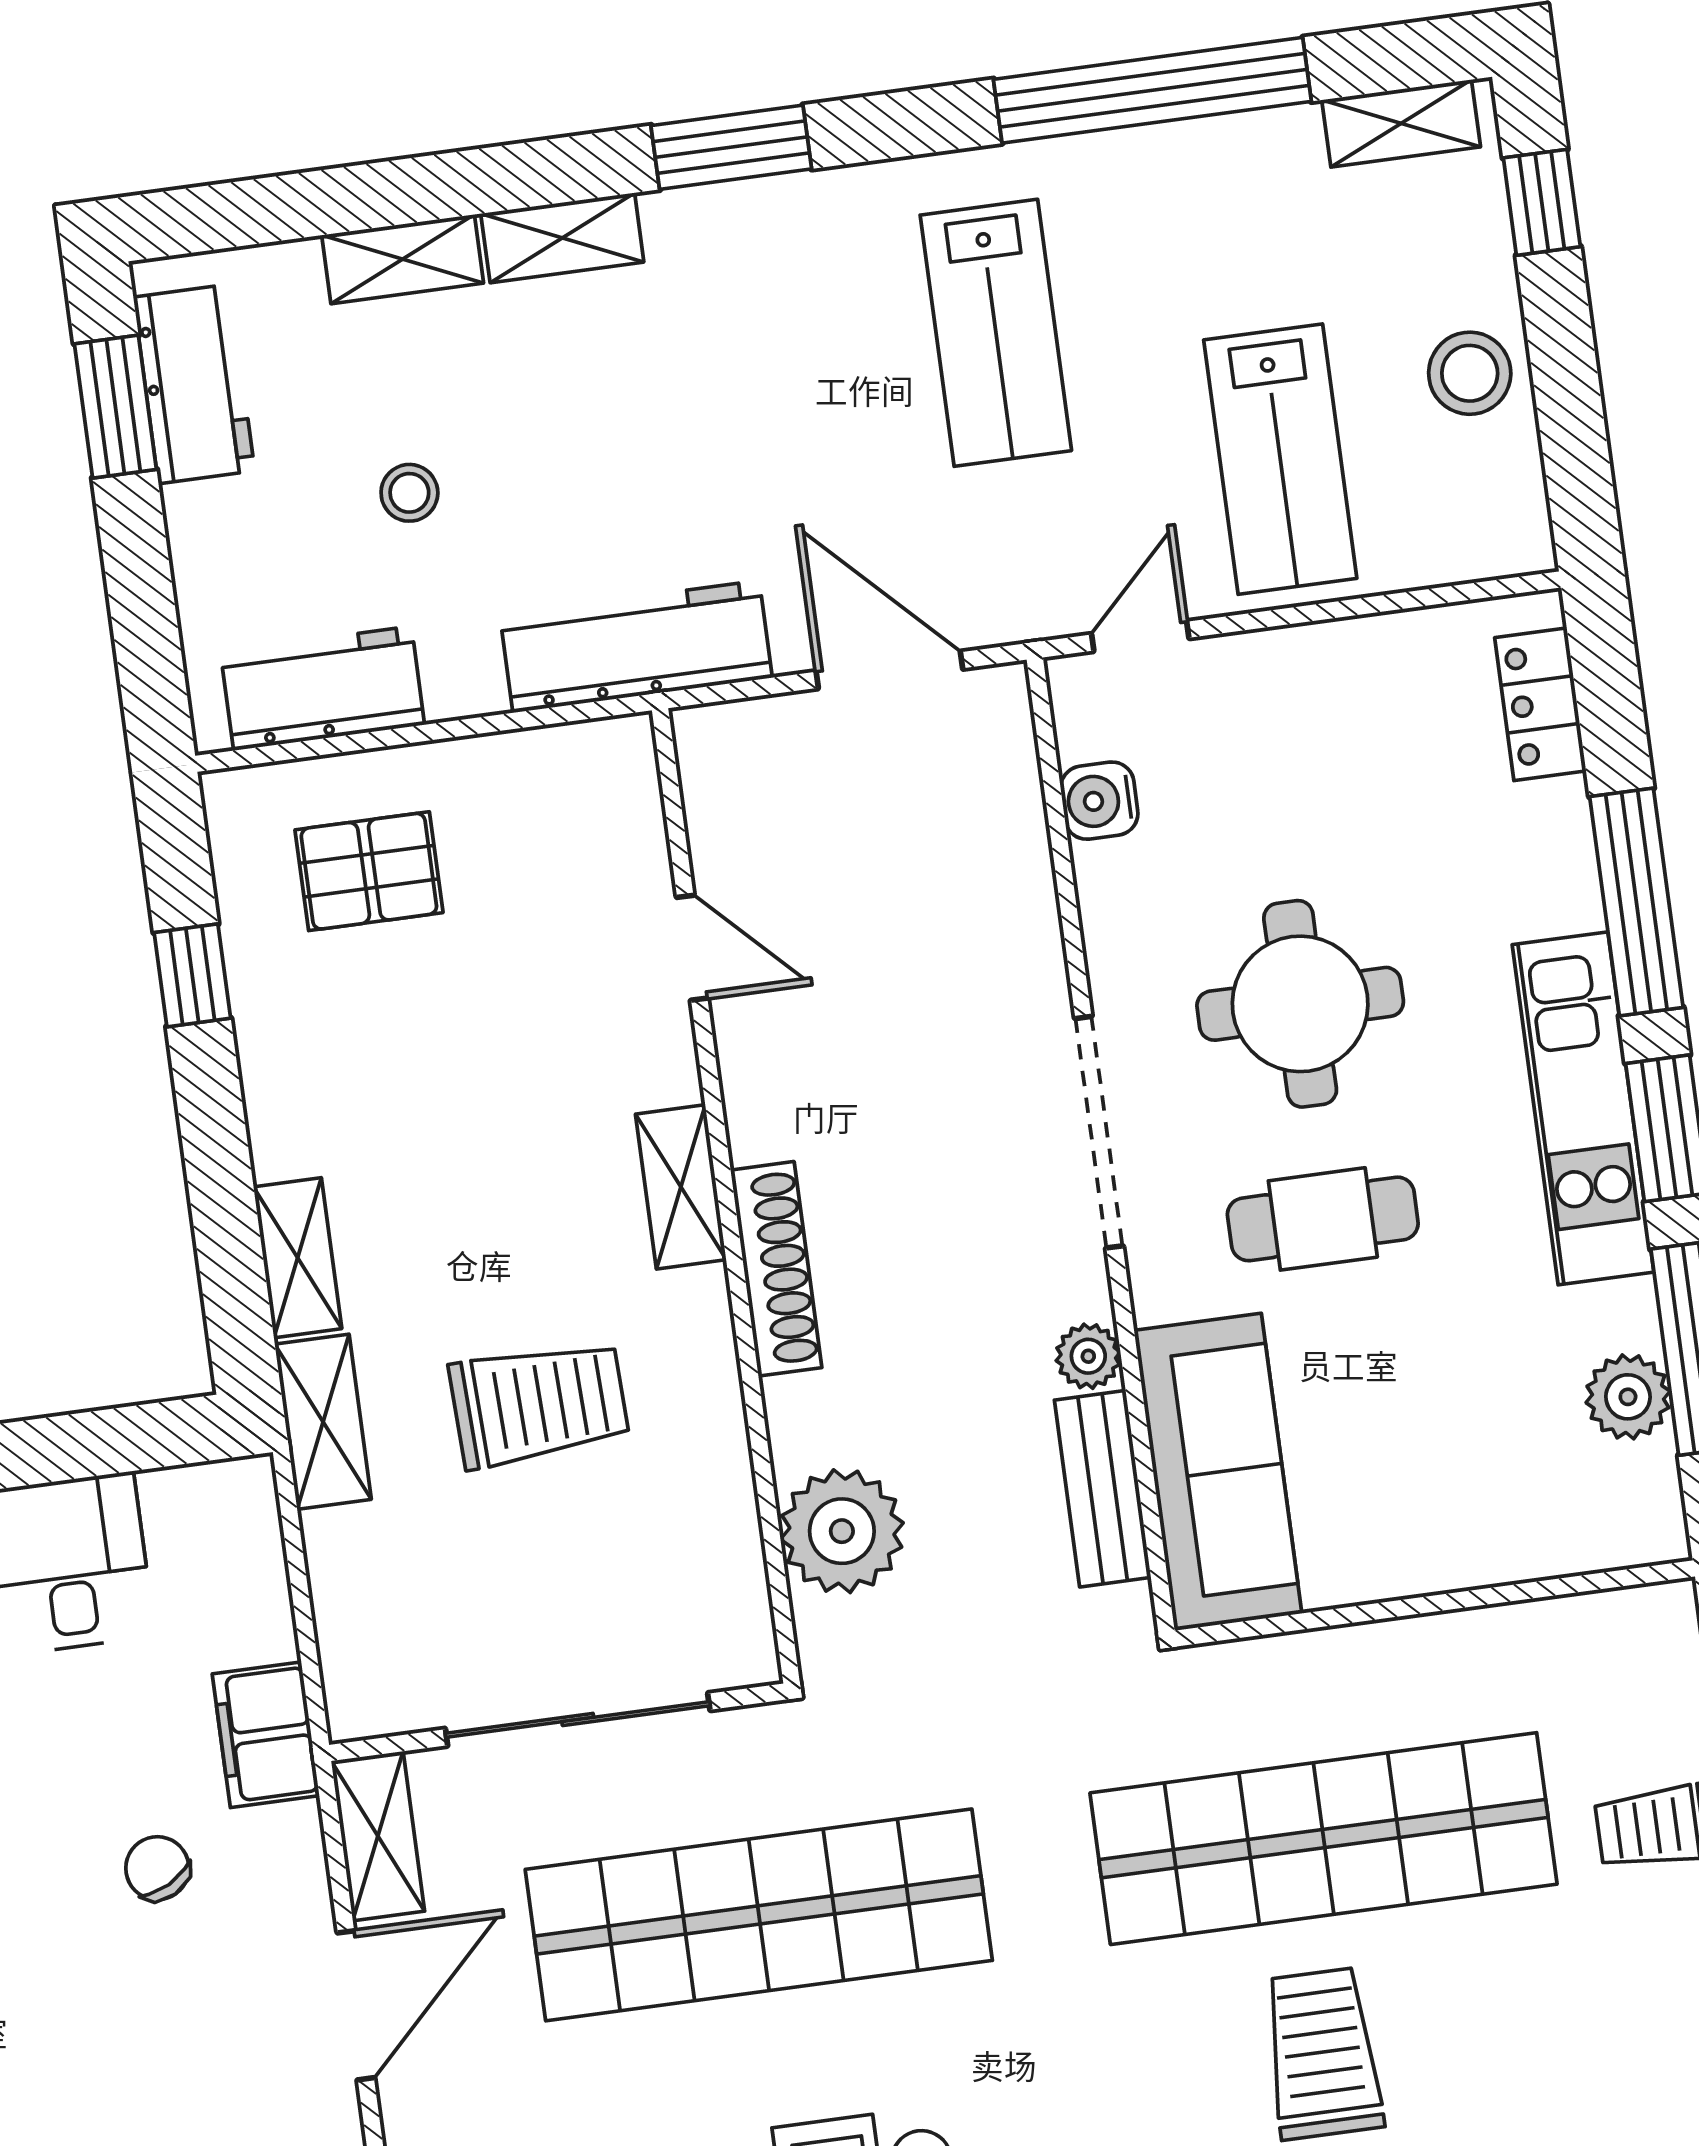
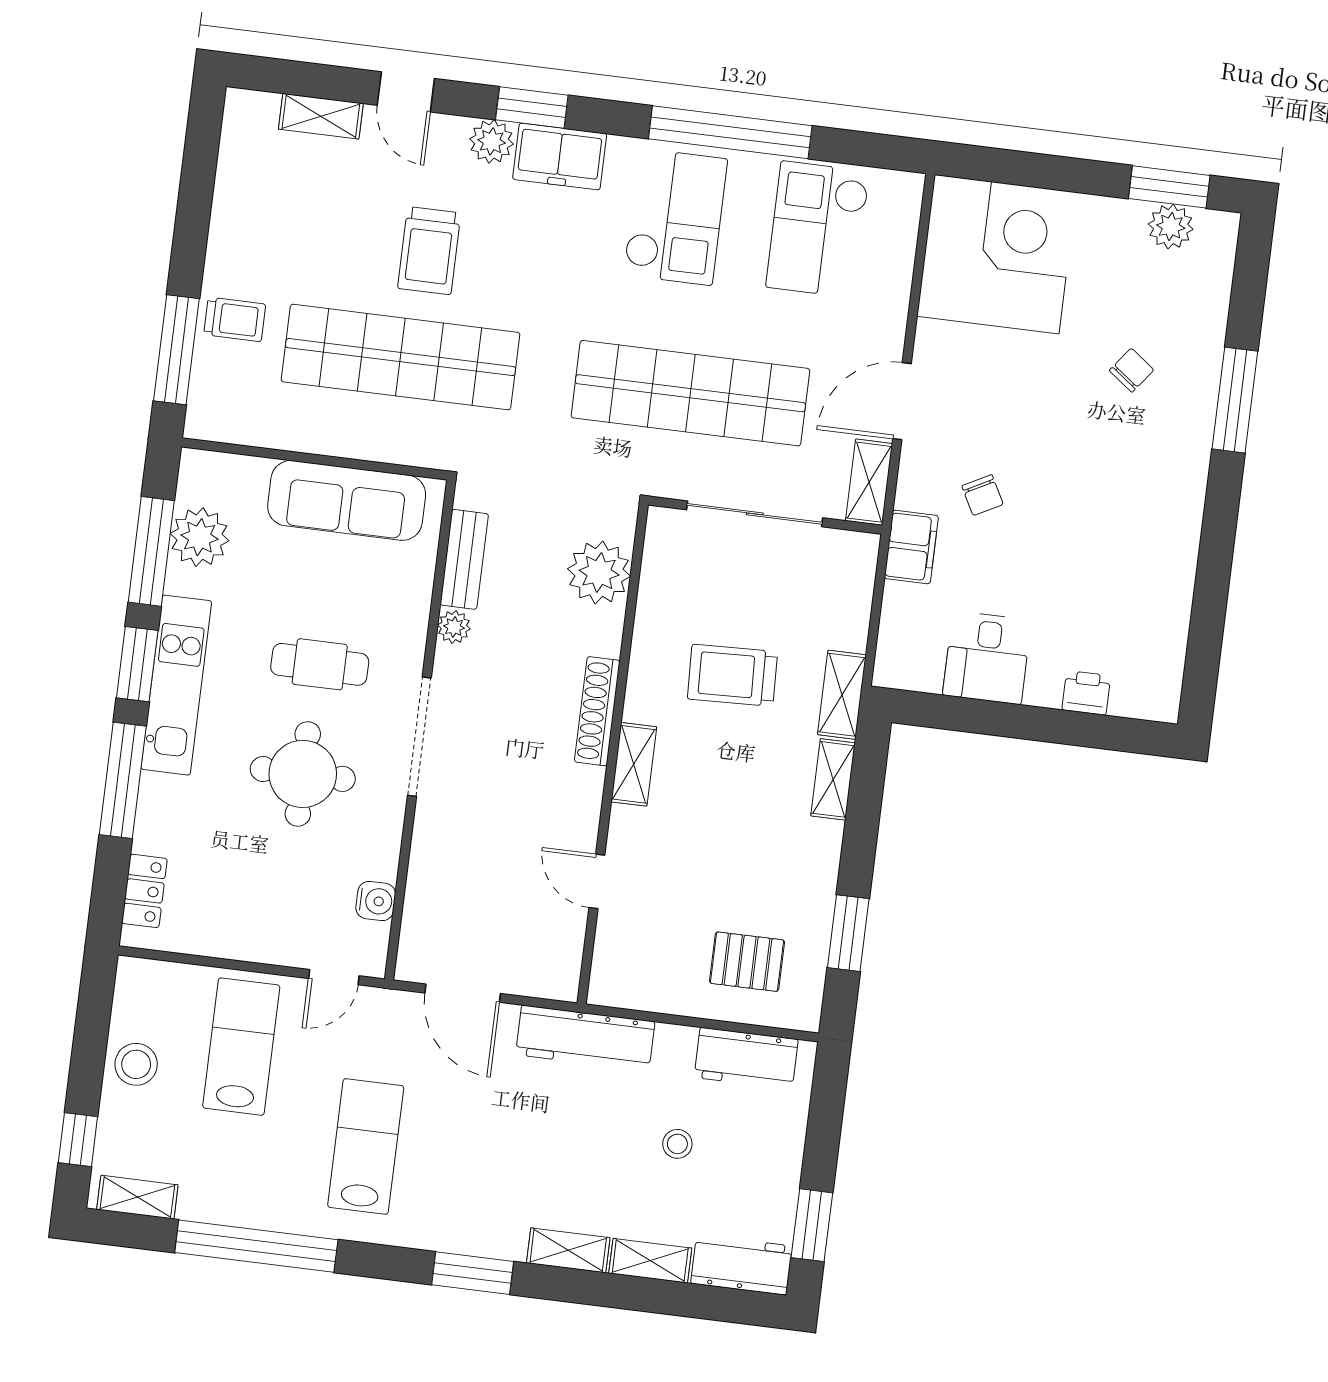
workbench: (194, 384) -> (742, 1265), moved, turned 90
window: (192, 975) -> (848, 933), width x1.50
plant: (1628, 1397) -> (200, 537), width x1.36, depth x1.36
sofa: (1218, 1472) -> (347, 500), moved, turned -90

